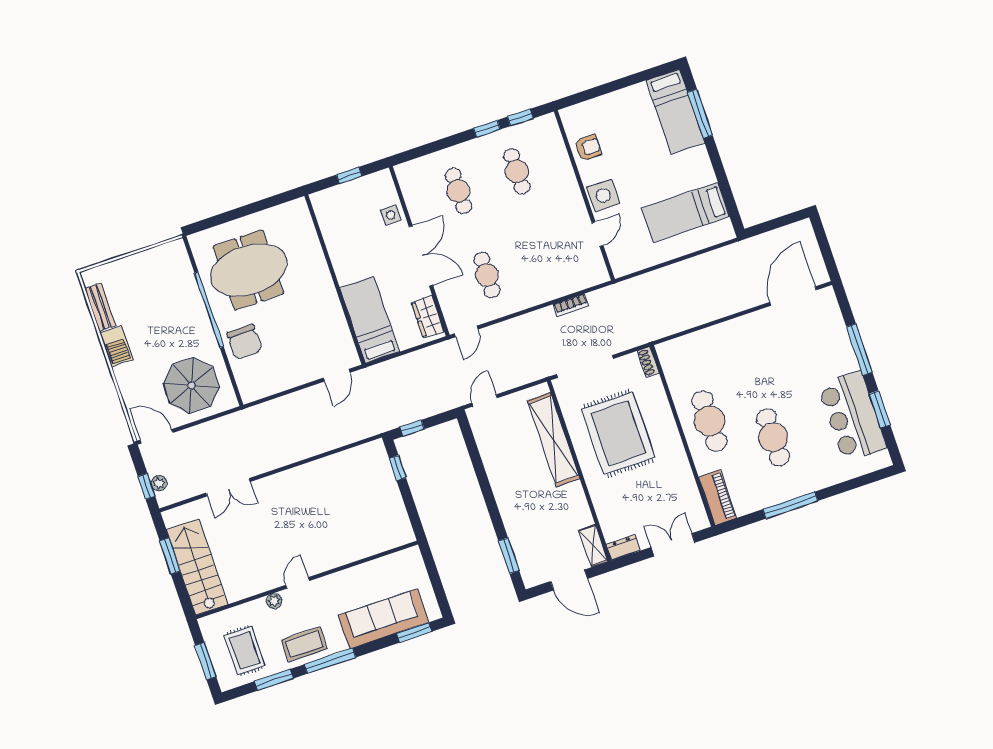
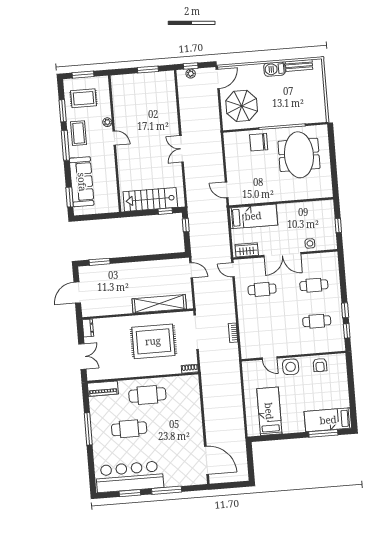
bar counter: (852, 417) -> (130, 477), width x1.36
double door: (228, 487) -> (181, 149), moved
shelving: (593, 546) -> (93, 311), removed
stairs: (197, 567) -> (150, 199), moved, turned 180

